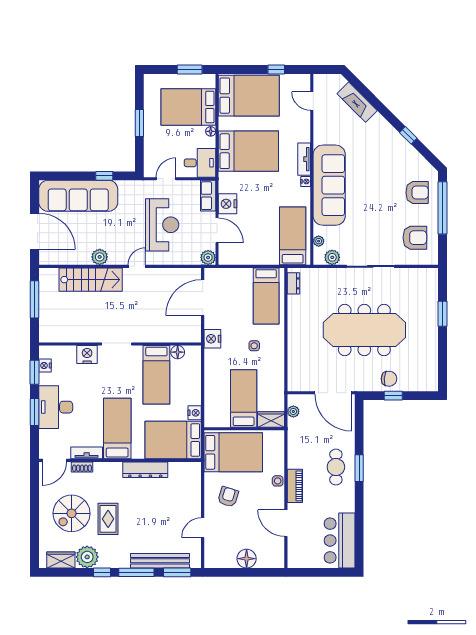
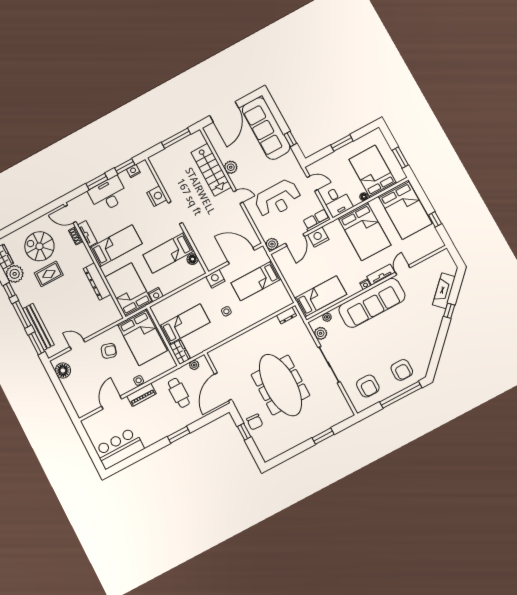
door: (312, 101) -> (403, 270), moved
window: (408, 135) -> (449, 311), moved
bed: (266, 296) -> (256, 281), moved
cafe table: (336, 467) -> (179, 393), moved, turned 90
floor lamp: (247, 559) -> (63, 370), moved

